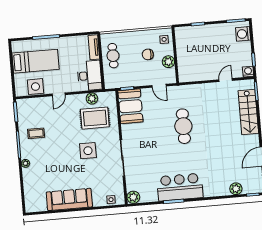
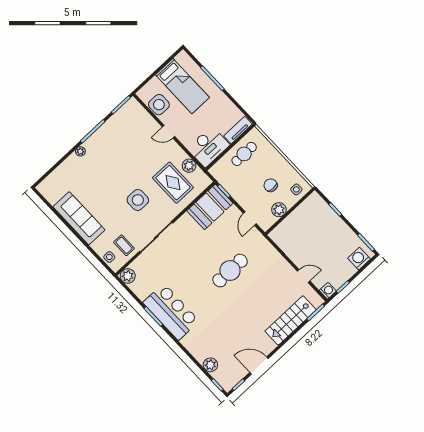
coffee table: (36, 133) -> (124, 245), moved

